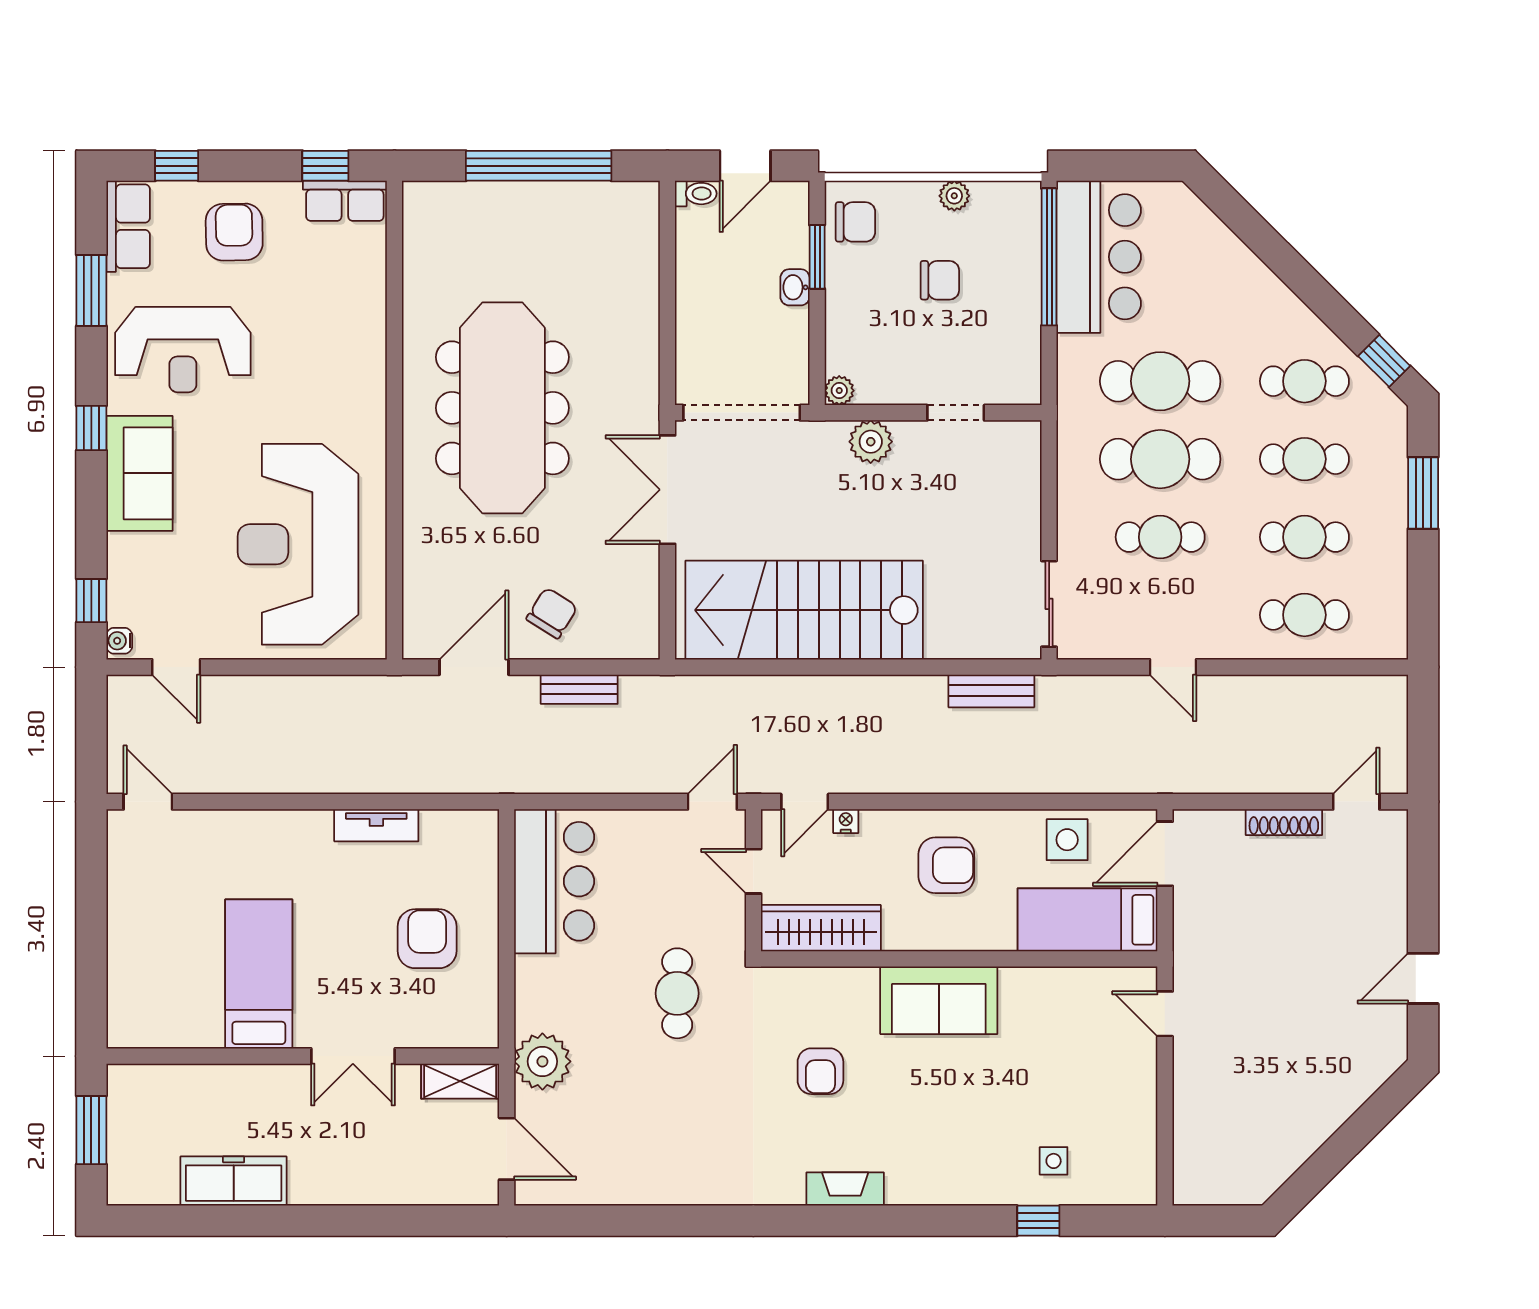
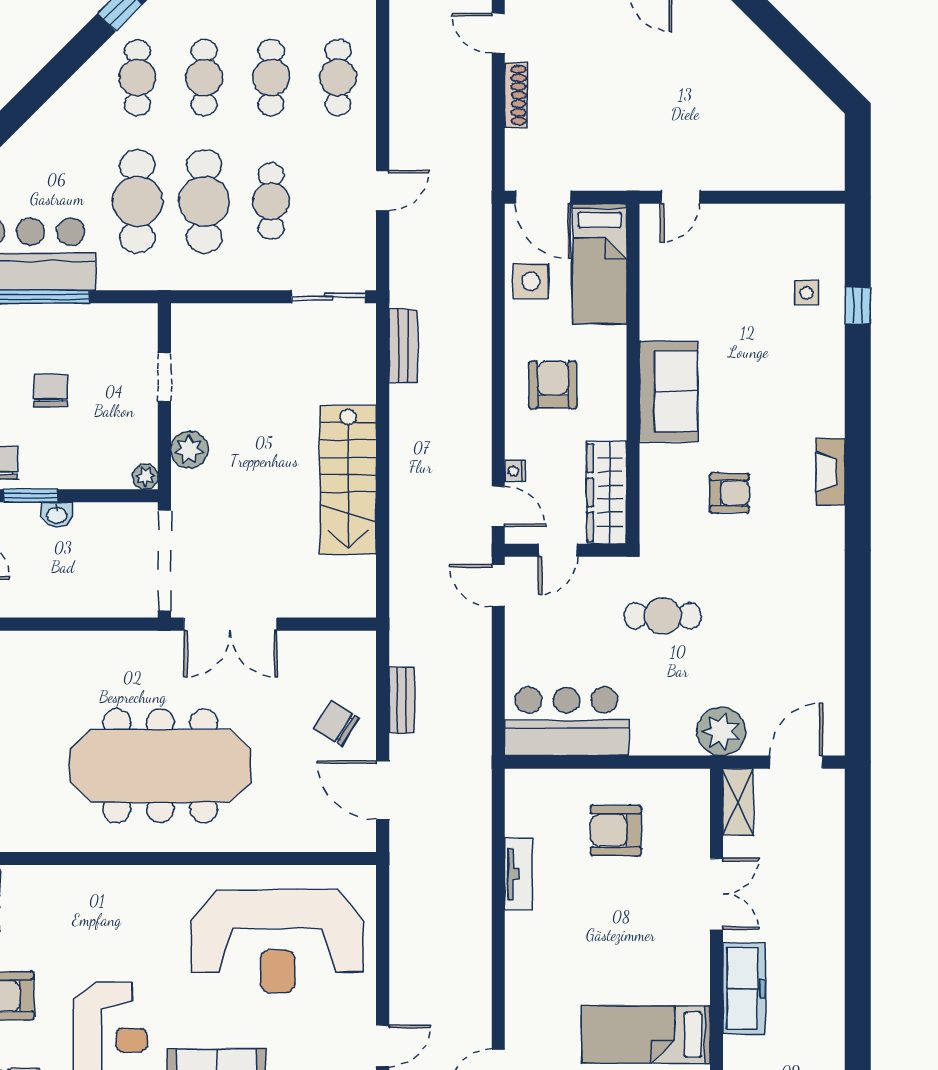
stairs: (804, 610) -> (348, 480), width x0.73, depth x0.66
bed: (259, 974) -> (646, 1035), moved
freezer: (234, 1181) -> (744, 988), moved, turned 180

